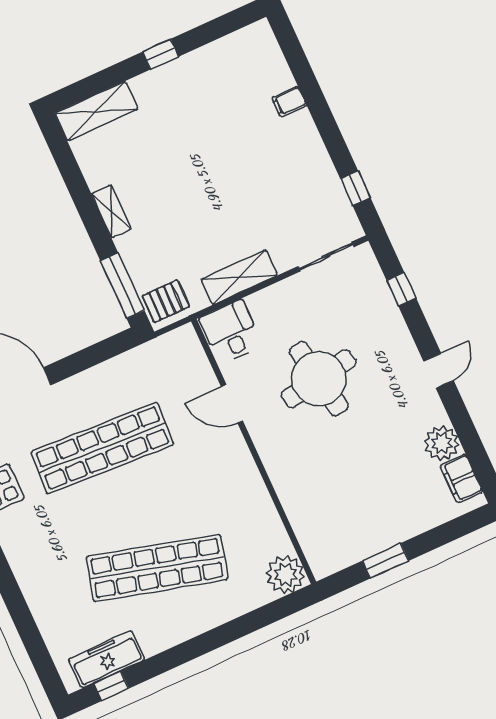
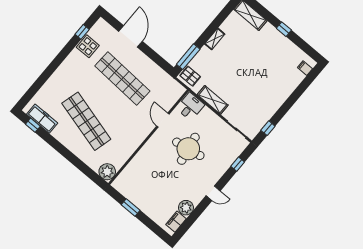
filing cabinet: (289, 102) -> (305, 68), moved

